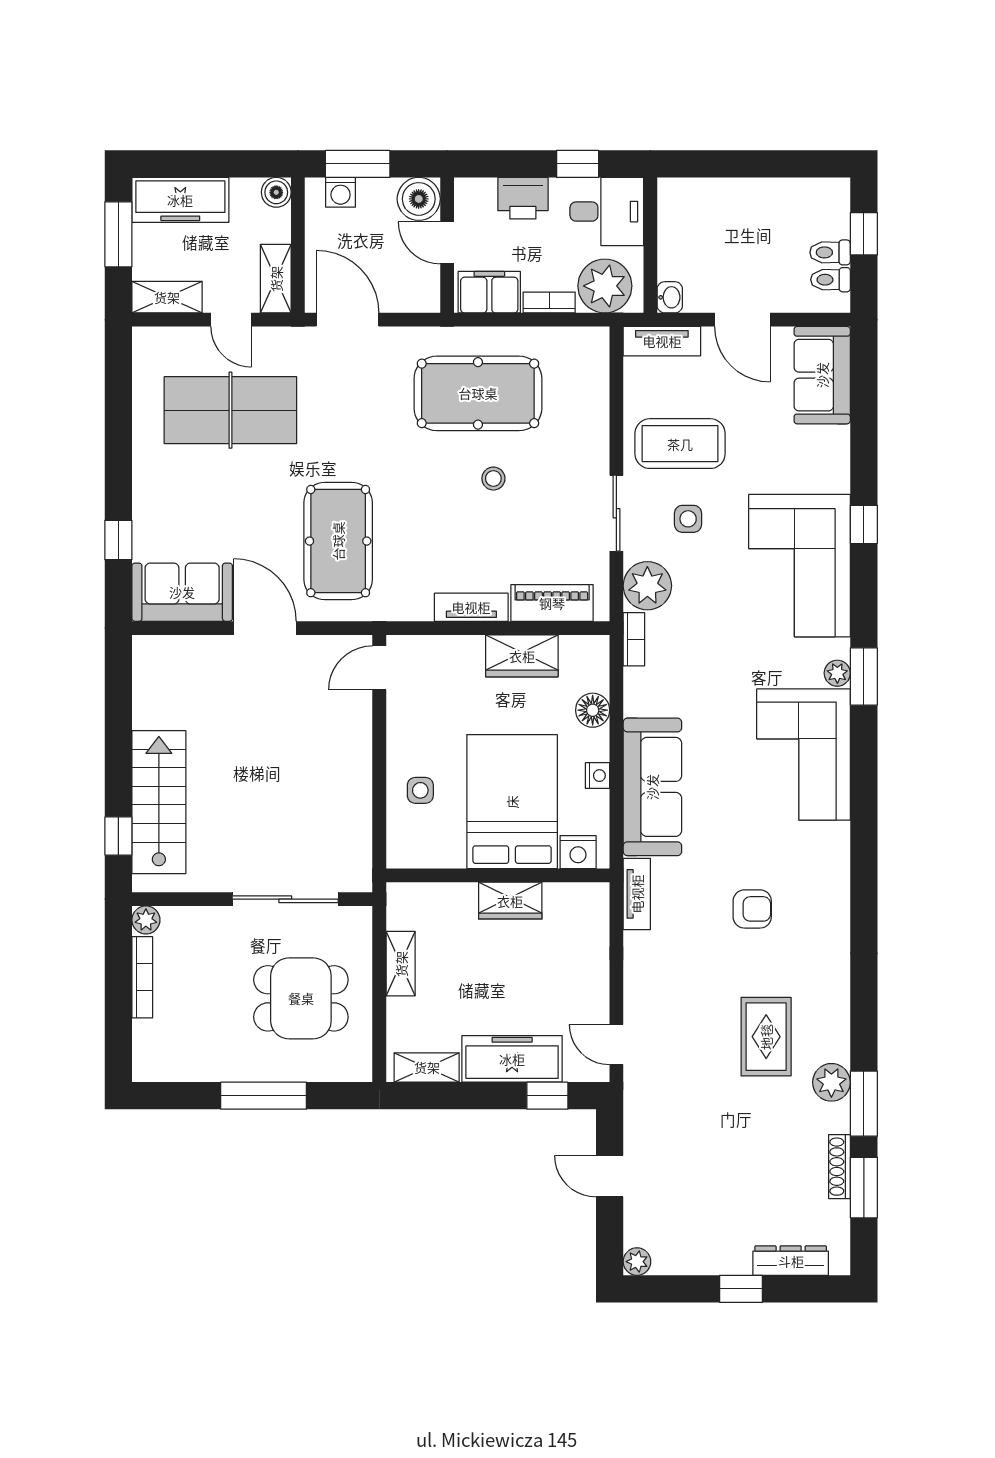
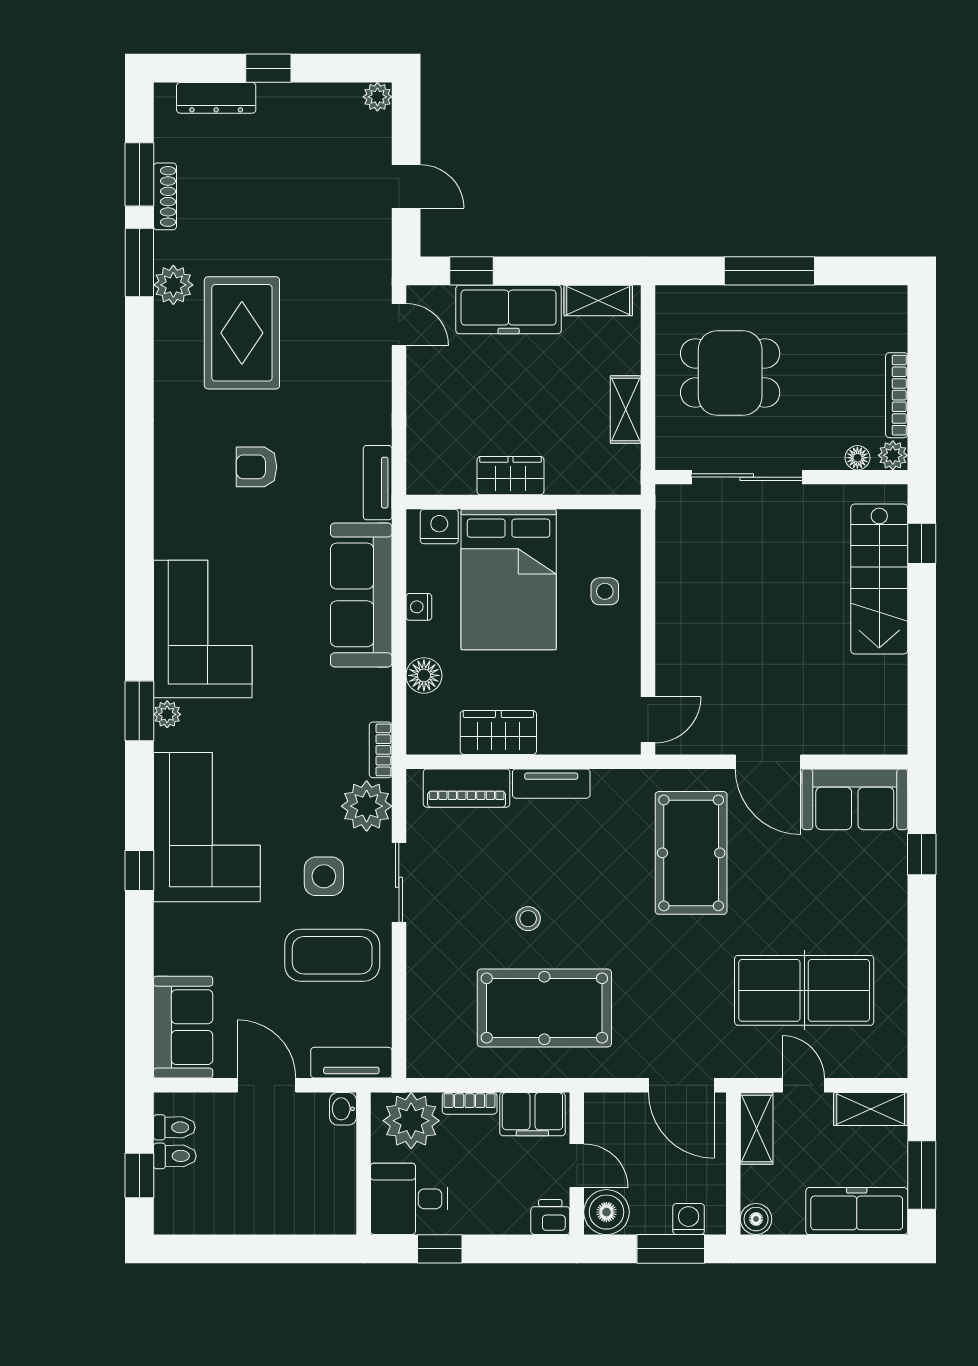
printer: (523, 198) -> (550, 1217), moved, width x0.73, depth x0.81
side table: (688, 519) -> (324, 876), width x1.37, depth x1.37
floor lamp: (180, 918) -> (857, 458), added
rug: (766, 1037) -> (242, 333), width x1.36, depth x1.43

